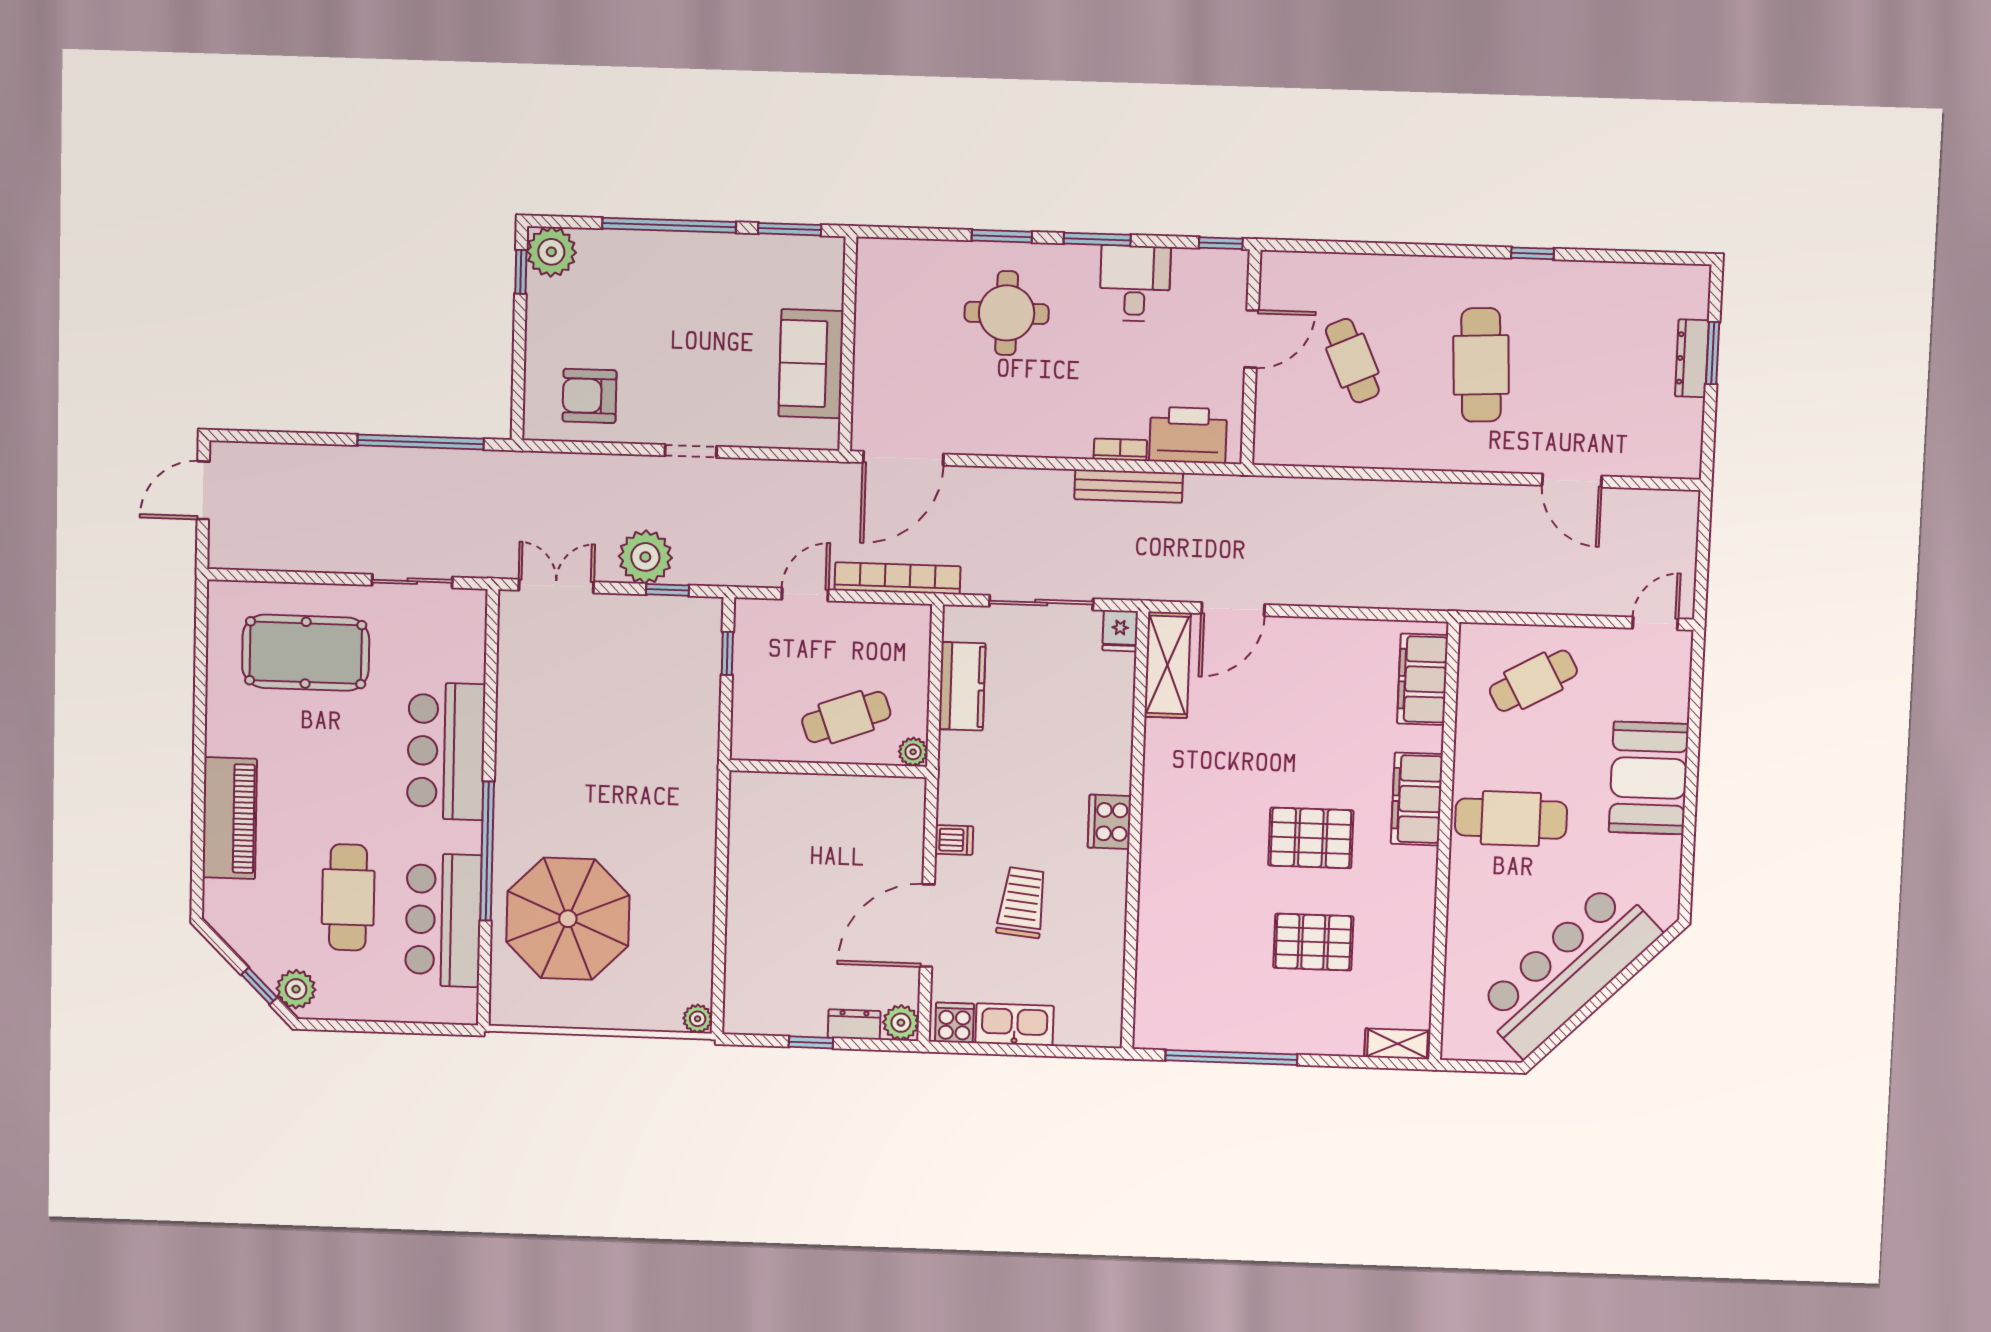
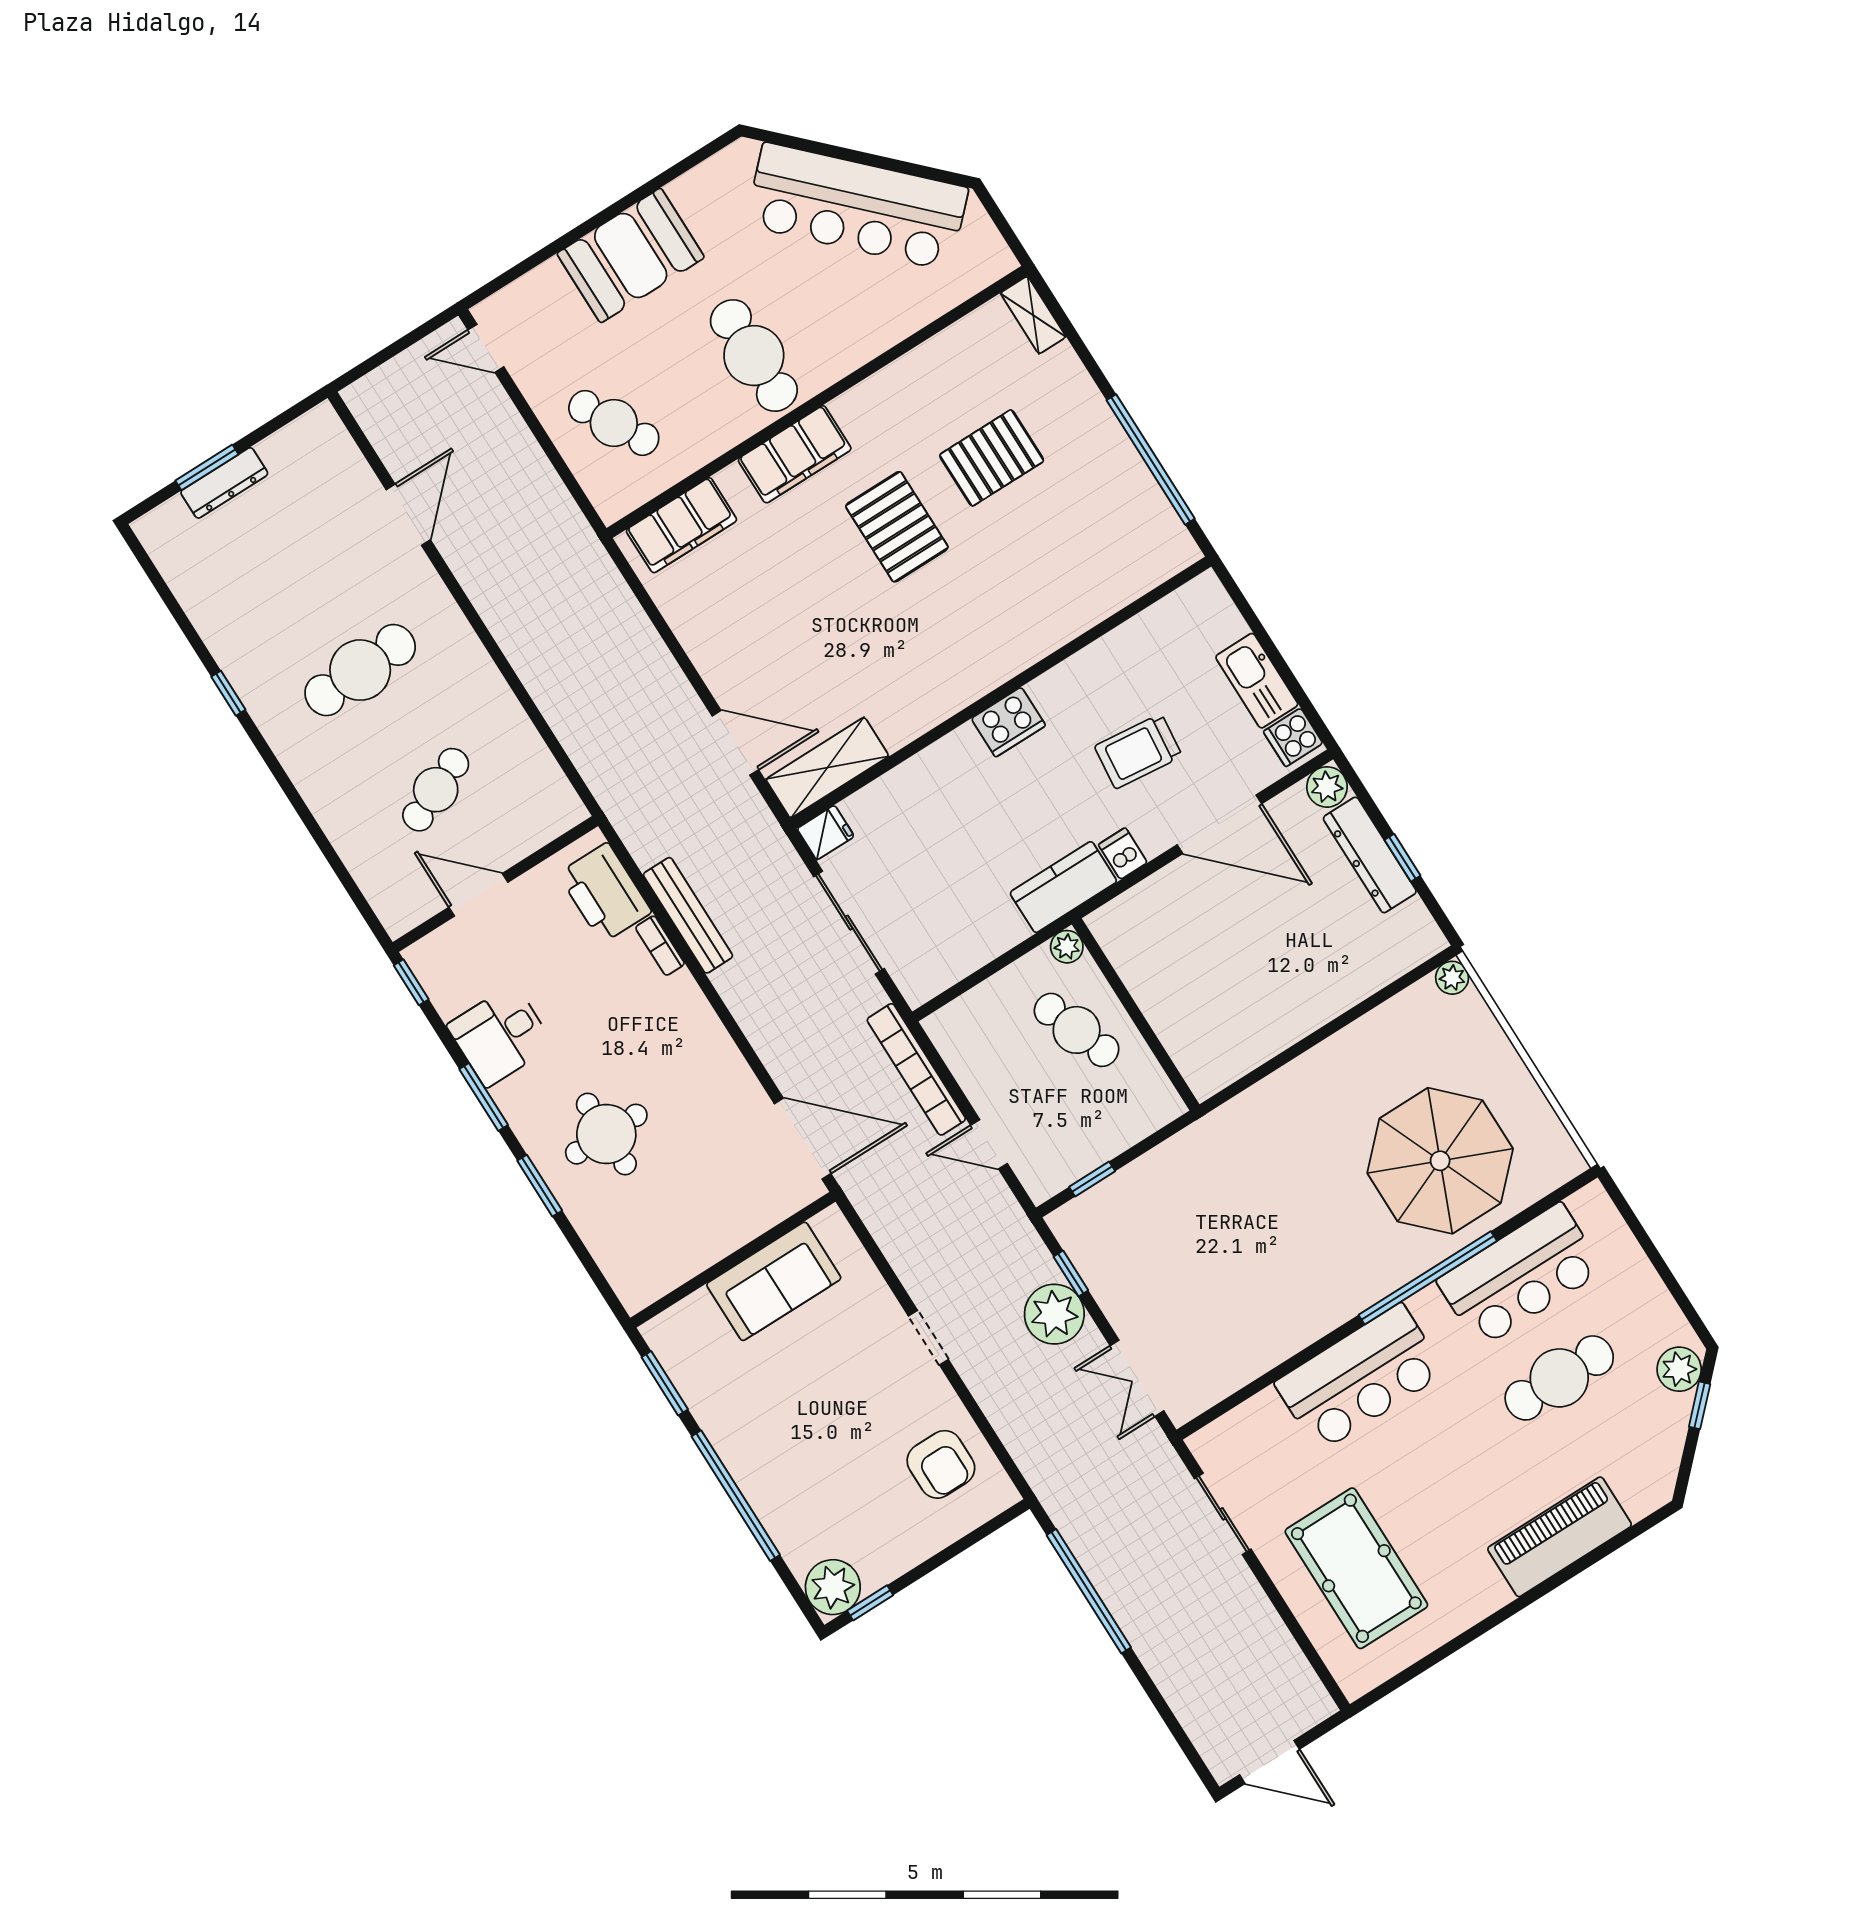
kitchen counter: (962, 686) -> (1063, 887), moved
pallet: (1313, 942) -> (992, 458), turned 90
dresser: (854, 1024) -> (1370, 855), width x1.96, depth x1.24

